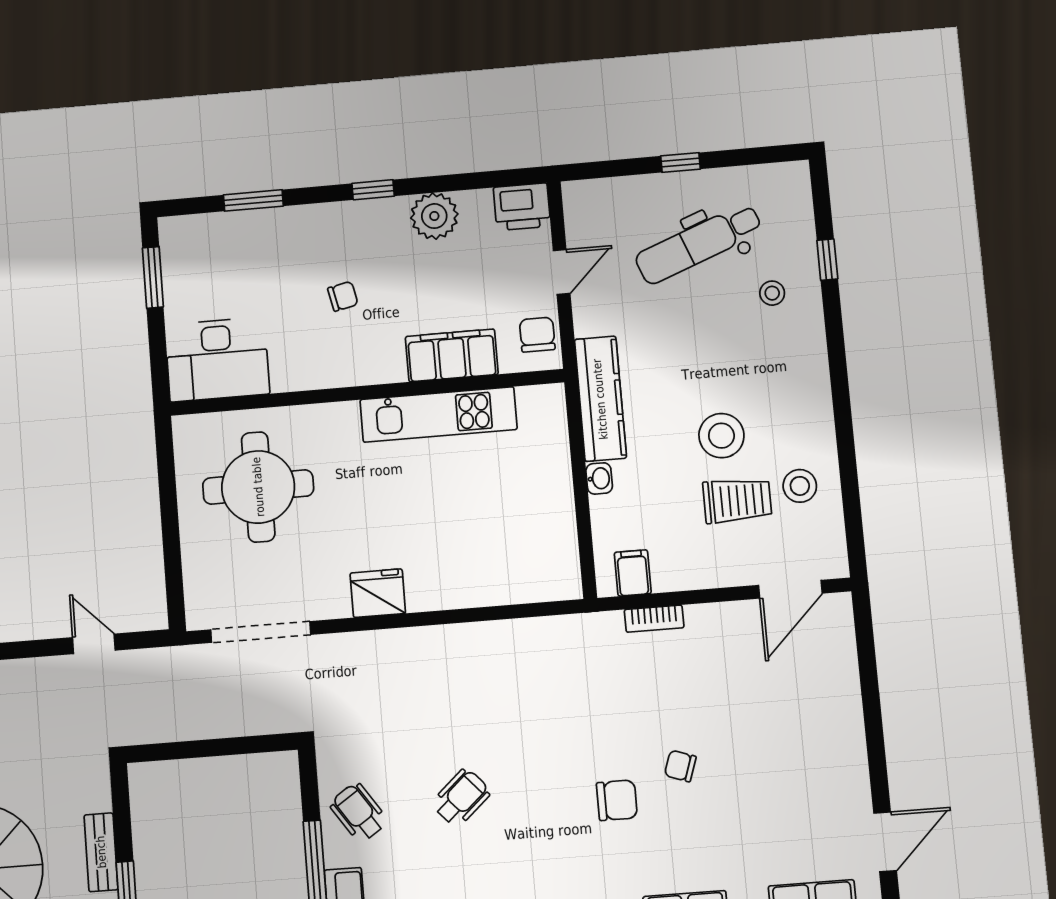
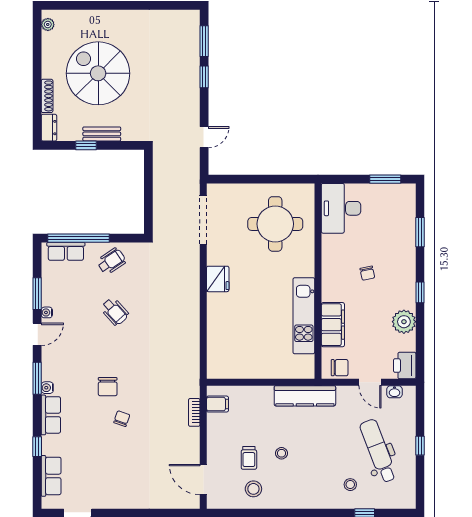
stool: (721, 436) -> (281, 453), width x0.53, depth x0.53
washbasin: (599, 478) -> (394, 392), moved
trolley: (737, 500) -> (249, 458), width x0.73, depth x0.72

